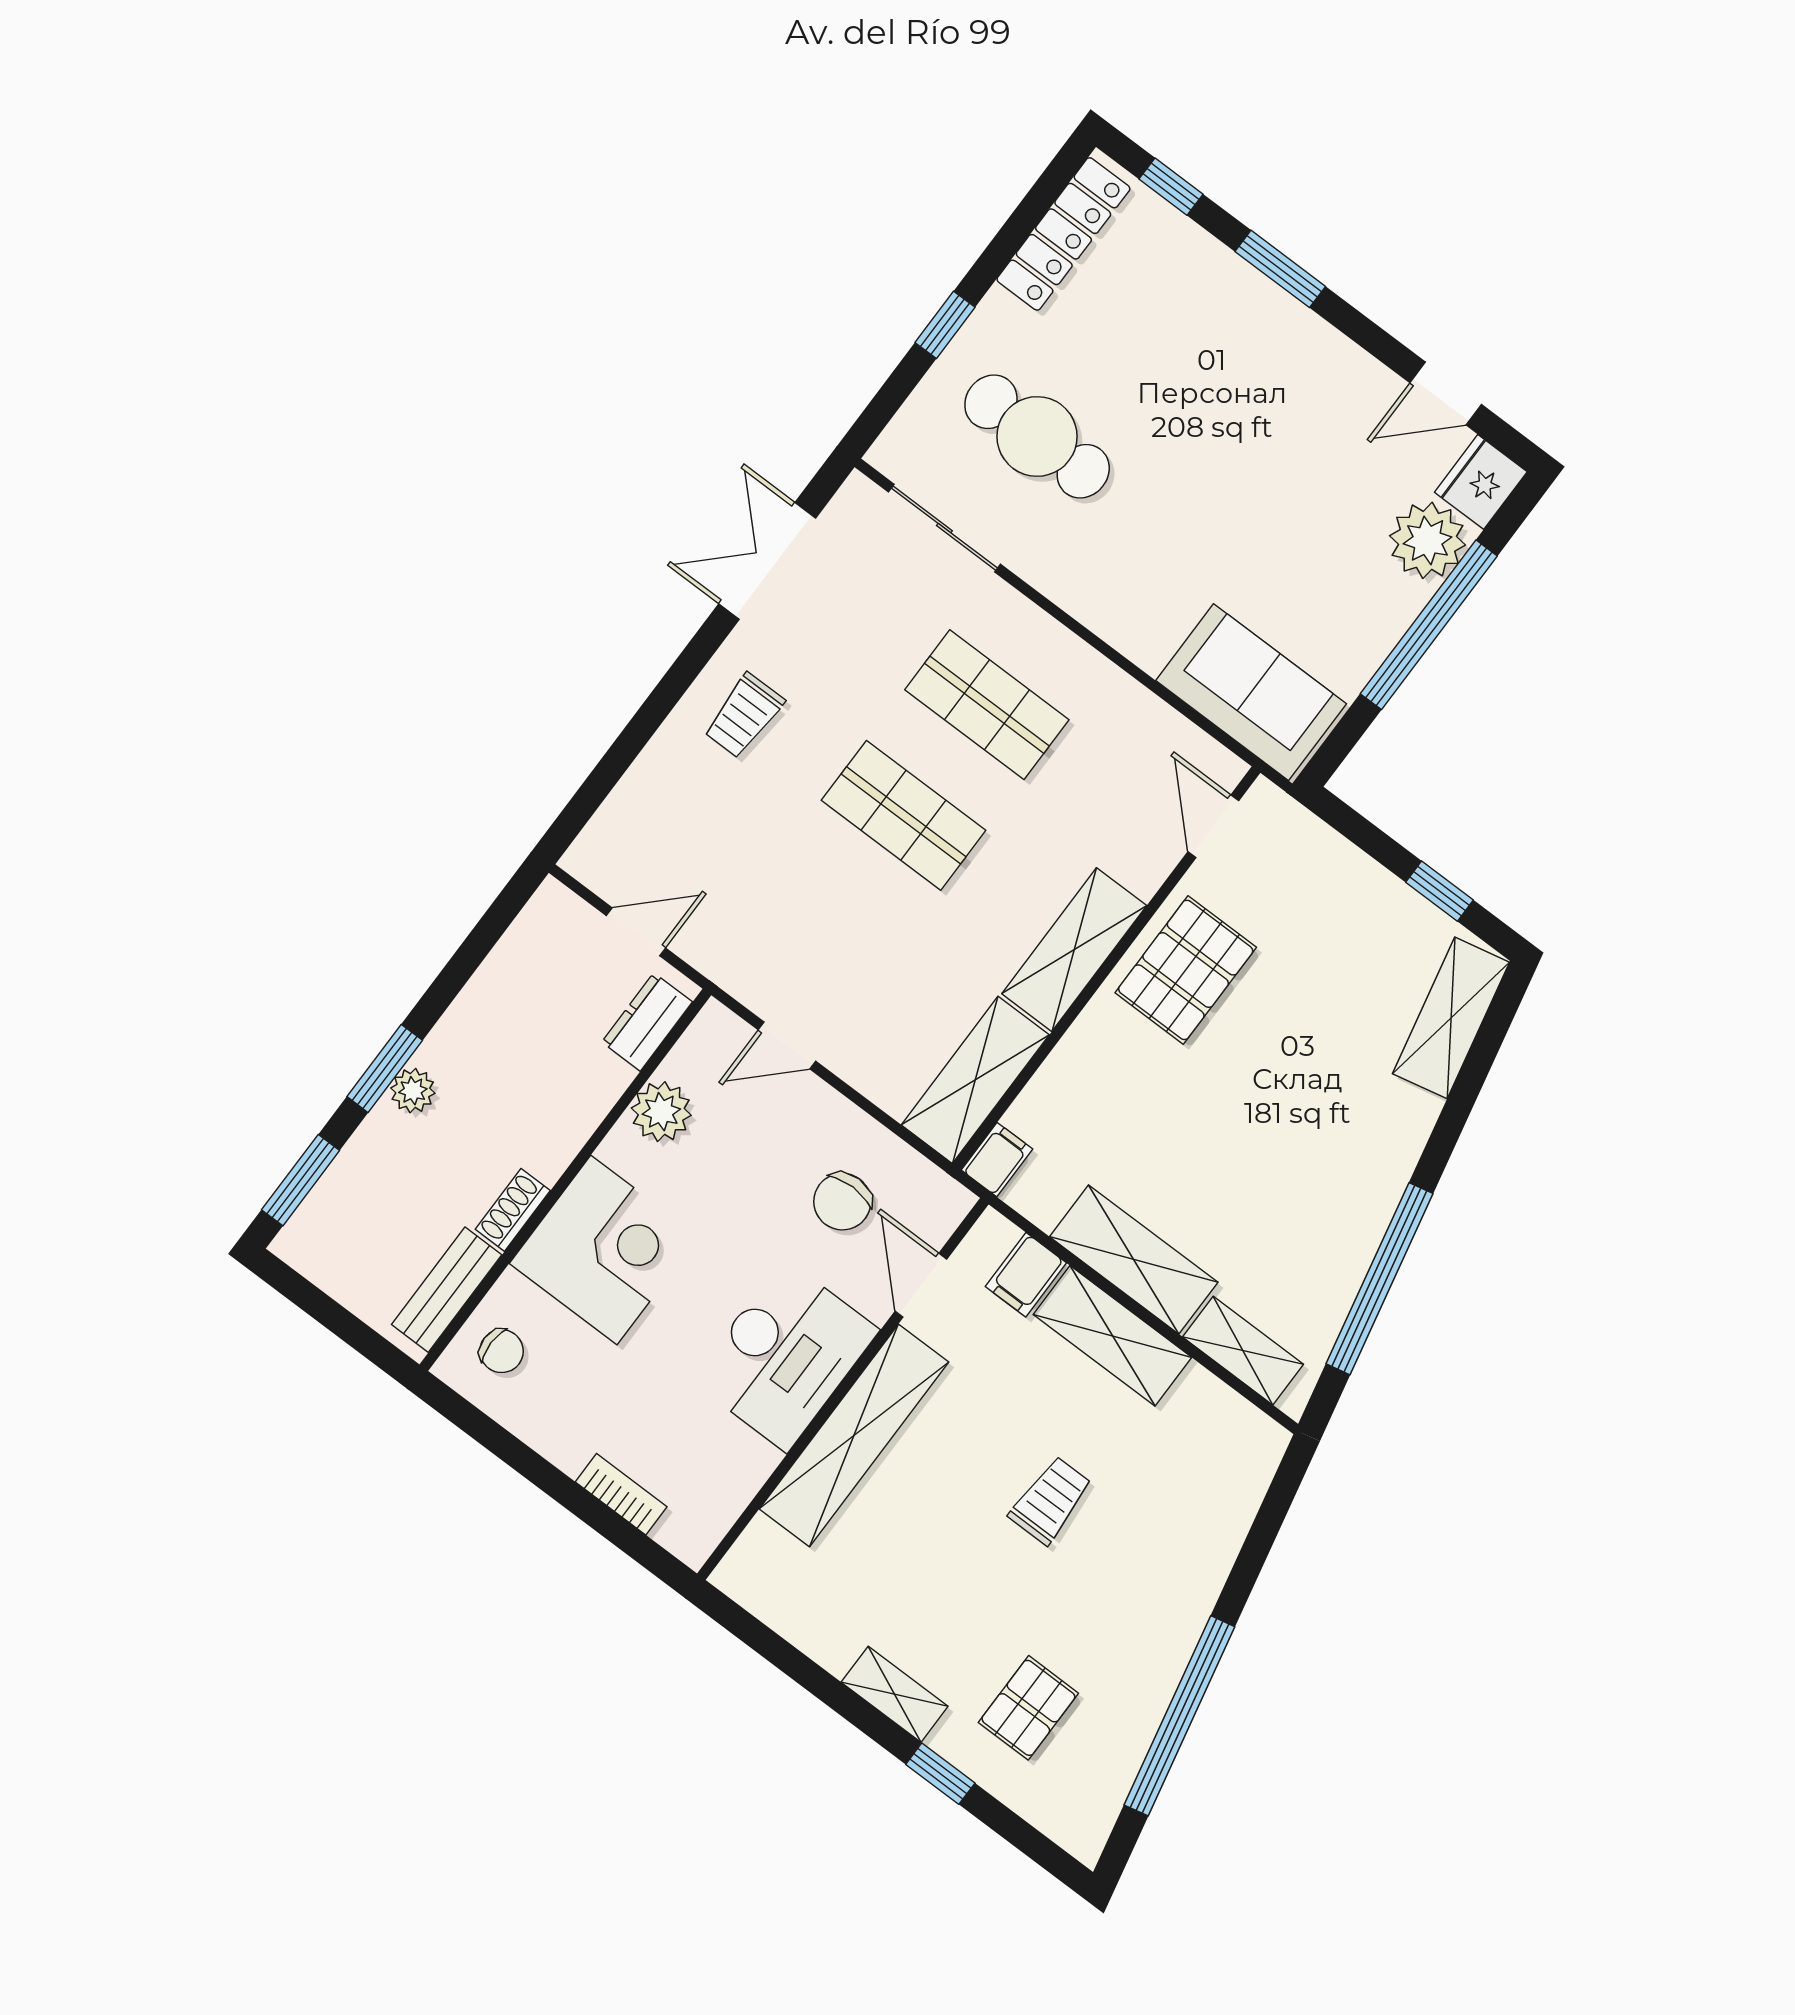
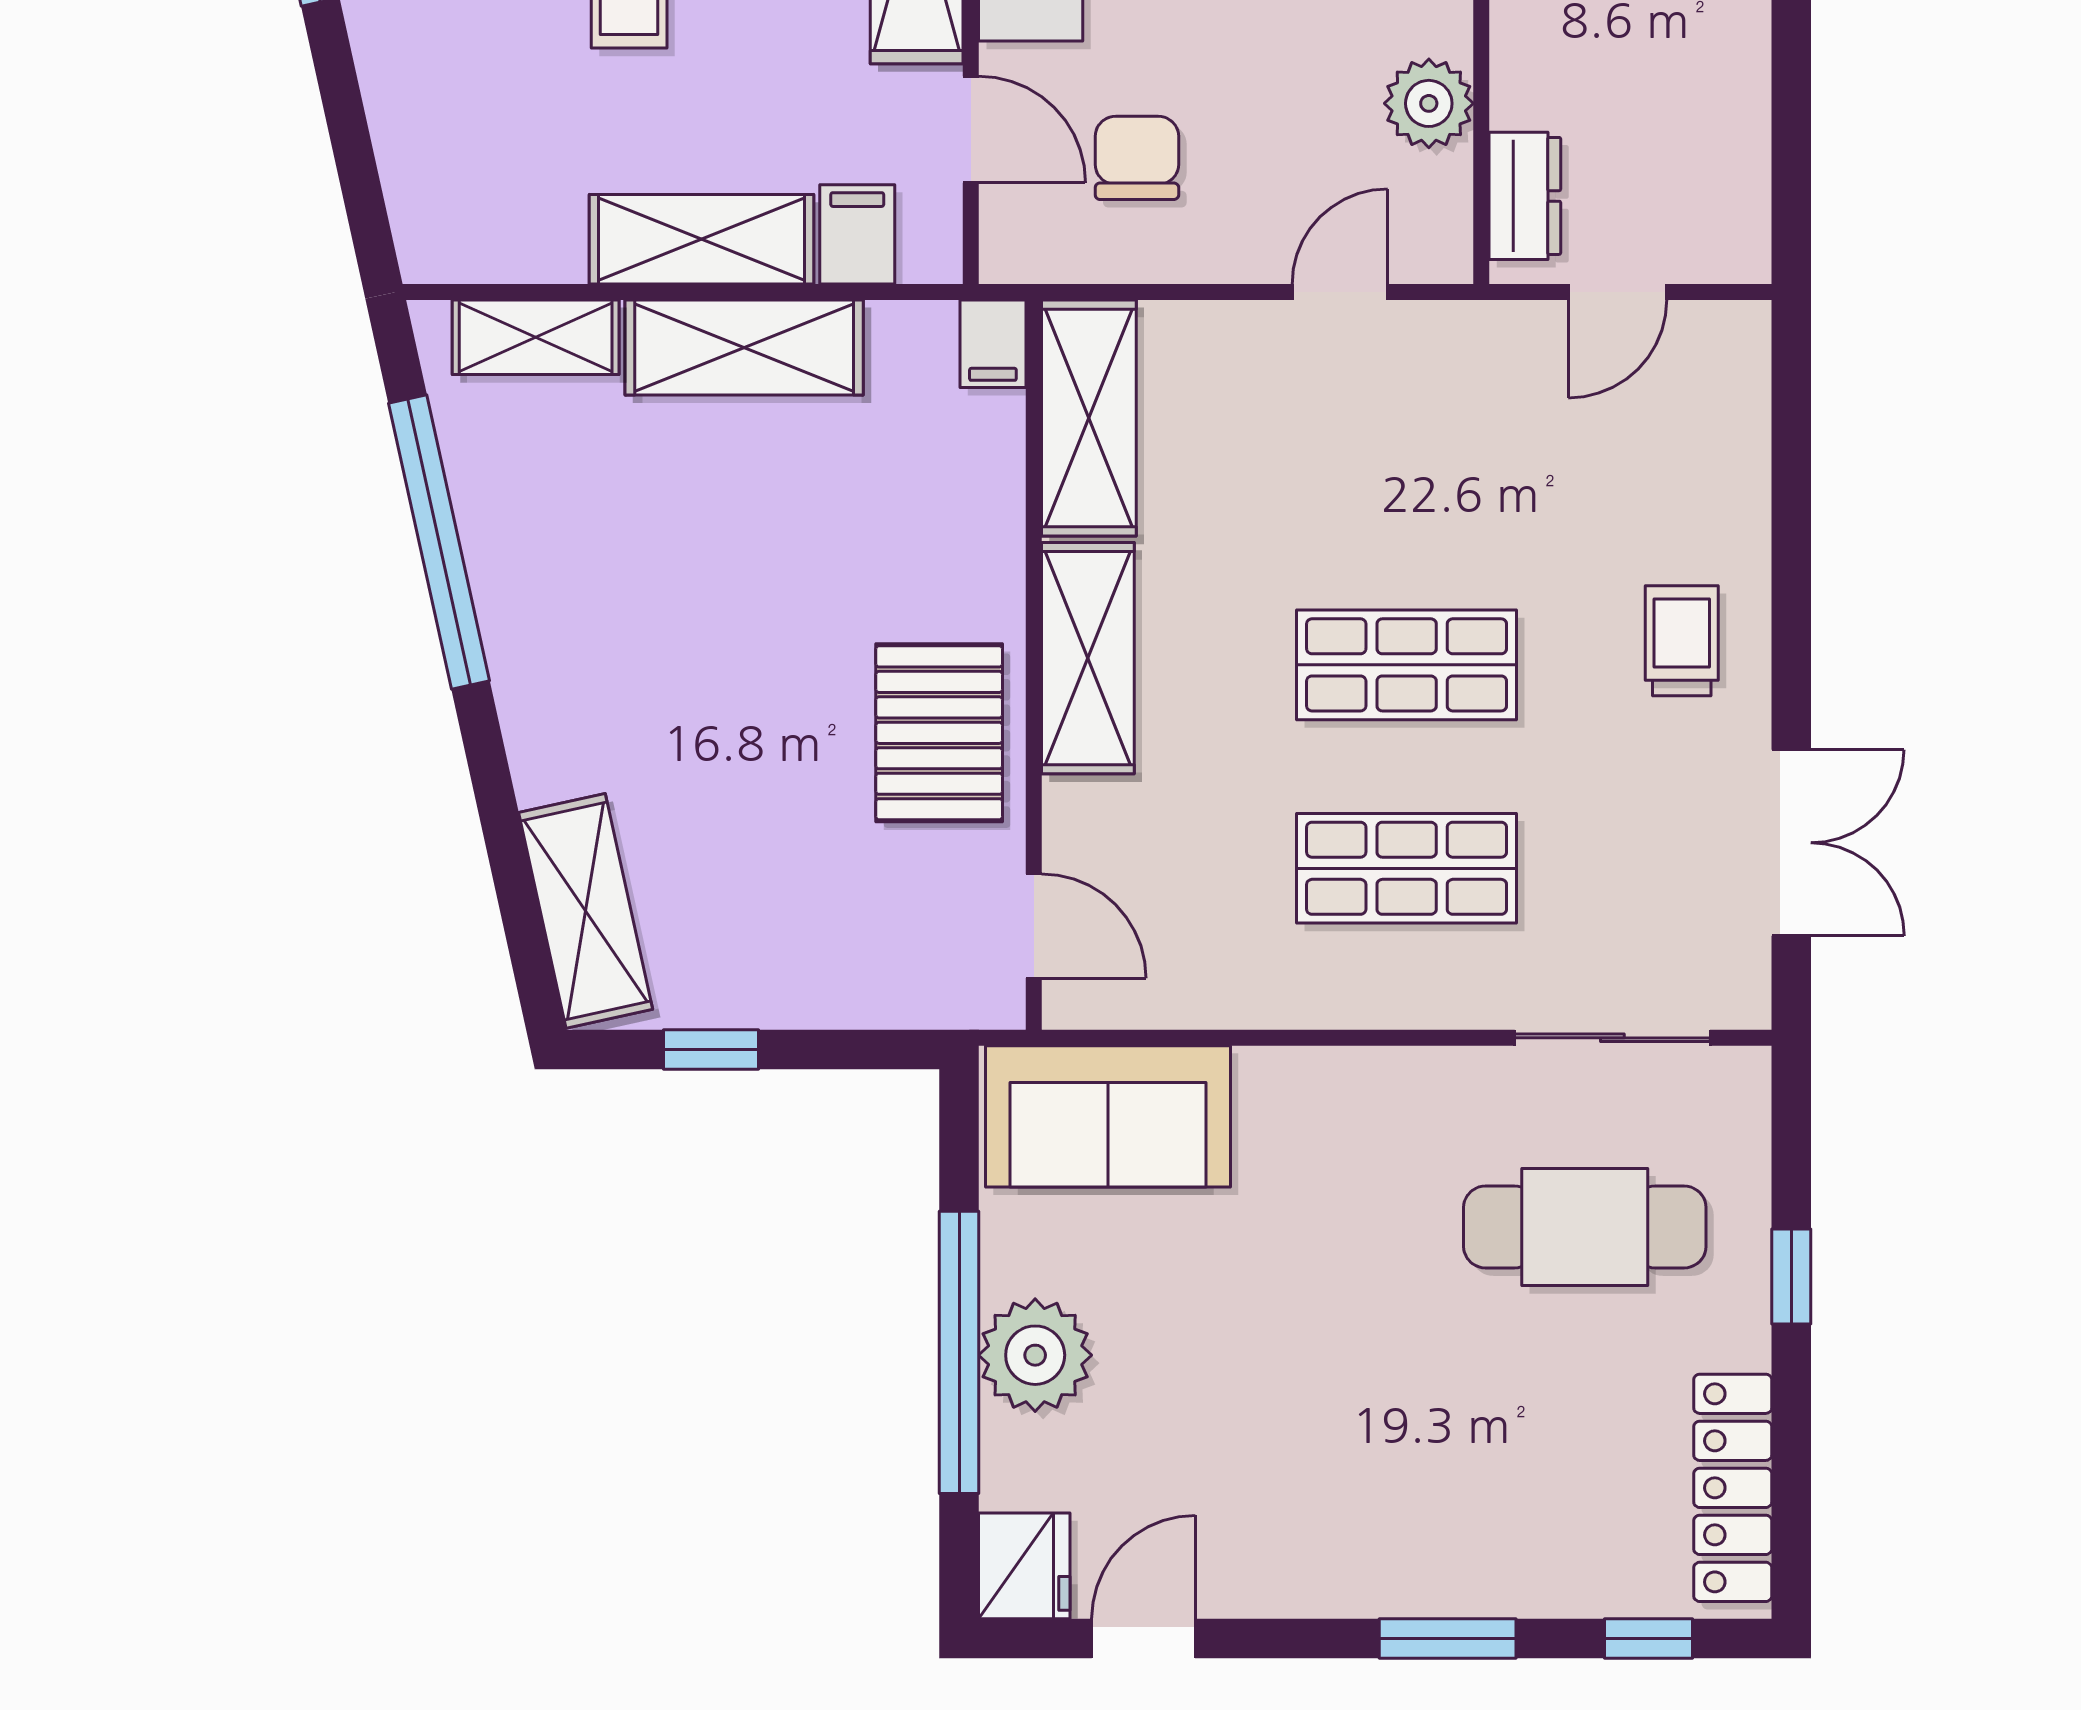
plant: (1427, 540) -> (1035, 1355), moved

